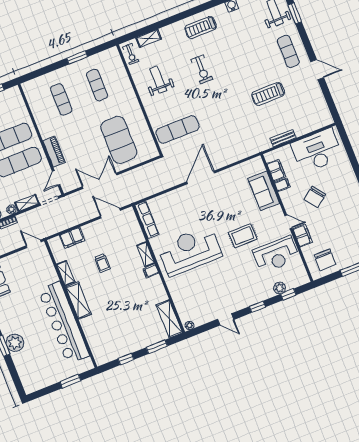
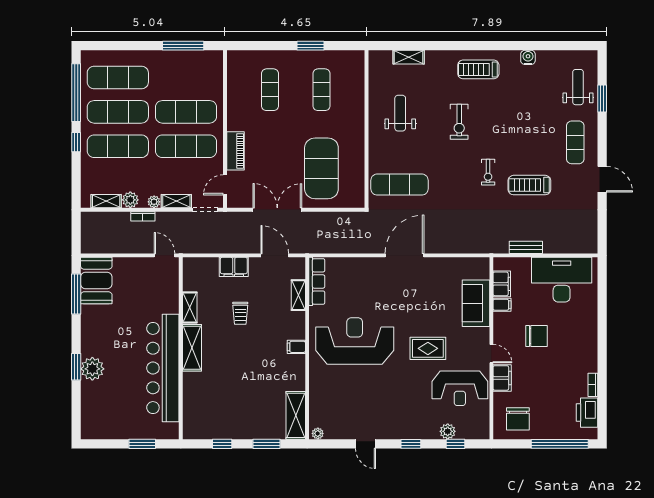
exercise bike: (131, 54) -> (488, 172), moved
chair: (315, 197) -> (536, 336), turned -143
filing cabinet: (72, 238) -> (234, 267), moved
shelving: (146, 254) -> (298, 295), moved

